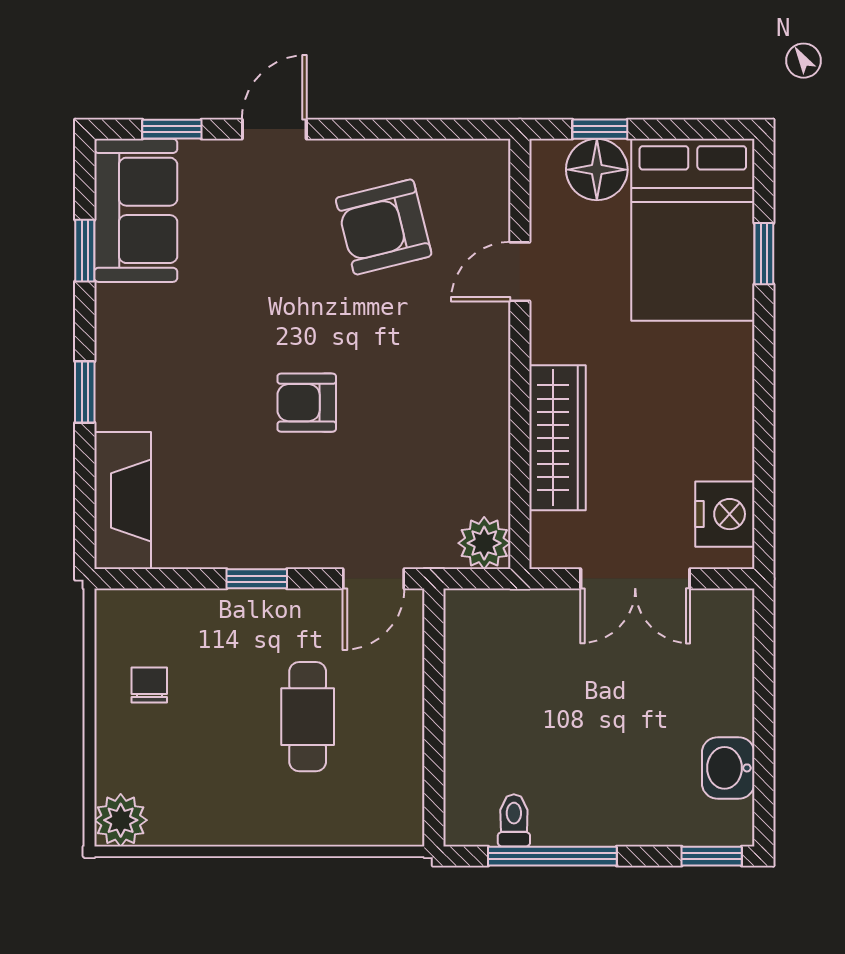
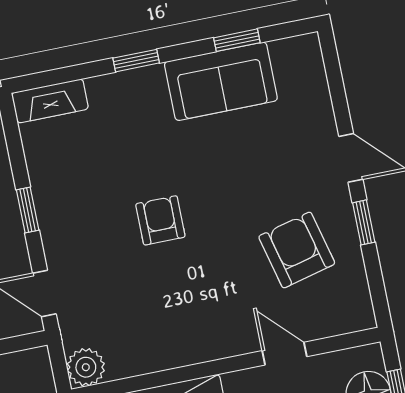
window: (172, 129) -> (364, 222), moved
sofa: (136, 210) -> (221, 81), moved
fireplace: (123, 501) -> (50, 101), width x0.73, depth x0.76

